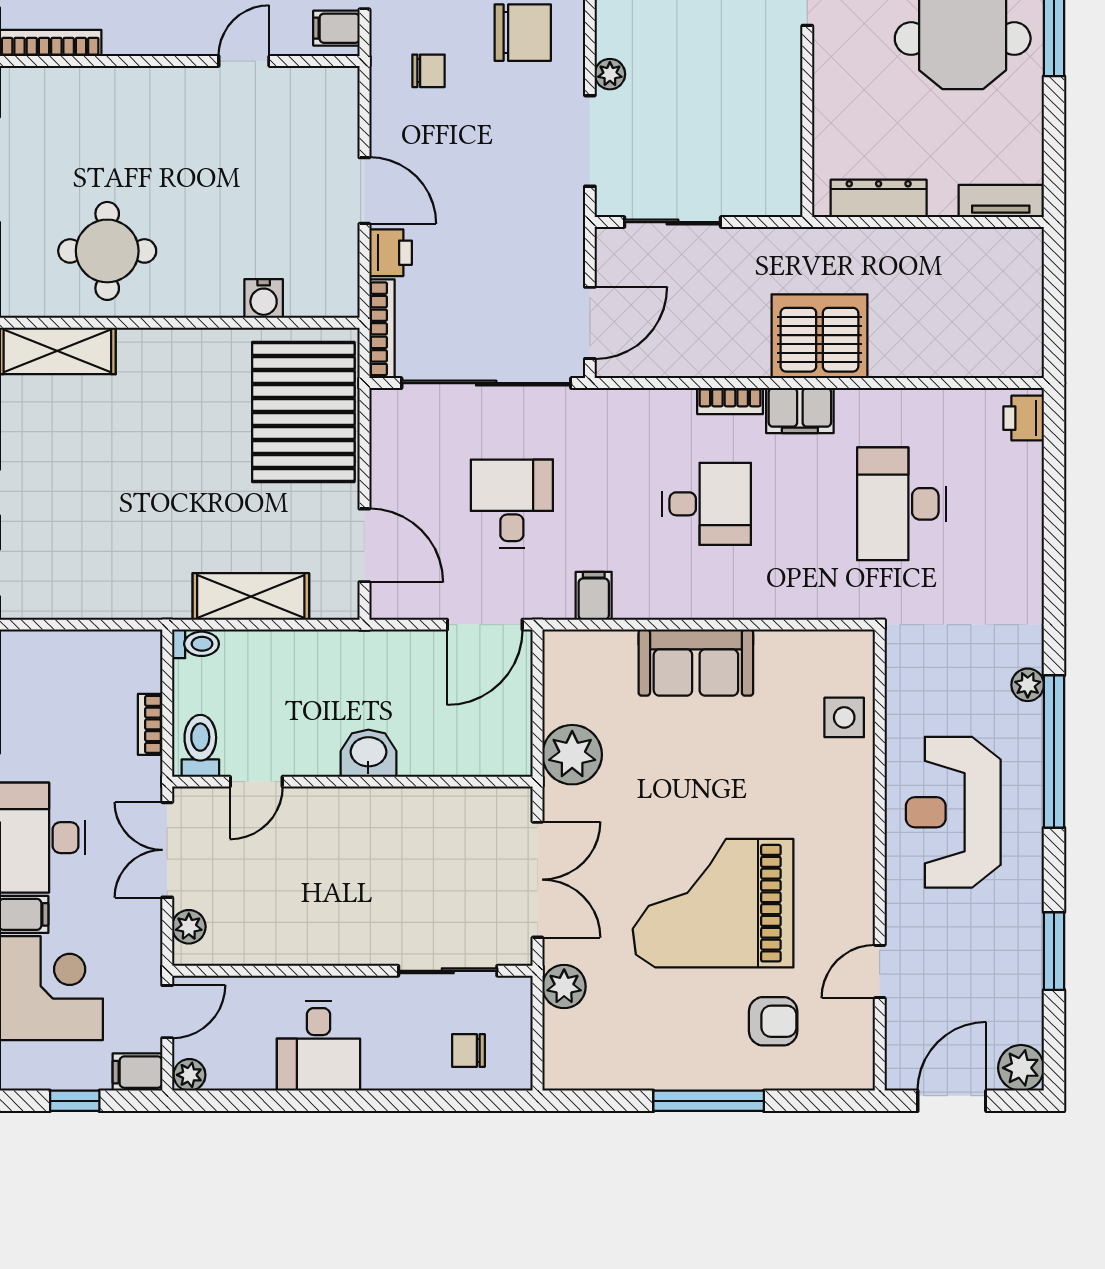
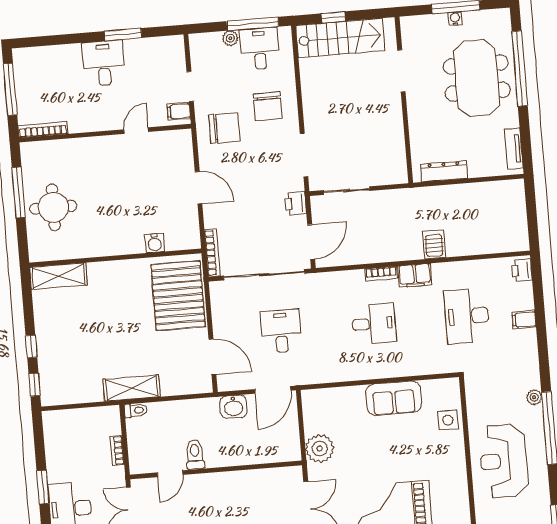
chair: (523, 33) -> (268, 106), turned 90
chair: (428, 71) -> (224, 128), width x1.87, depth x1.87
plant: (610, 74) -> (311, 122), removed
tv unit: (1001, 201) -> (514, 149), moved, turned -90
round table: (107, 251) -> (53, 207), moved
printer: (391, 253) -> (295, 203), moved, turned 180
server rack: (819, 336) -> (434, 244), width x0.46, depth x0.70
shelving: (251, 596) -> (132, 388), moved
filing cabinet: (594, 596) -> (524, 320), moved, turned -90
sofa: (696, 663) -> (394, 398), moved
toilet: (200, 746) -> (195, 454), moved
washbasin: (368, 753) -> (233, 407), moved, turned 180

